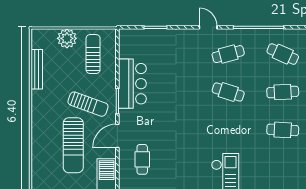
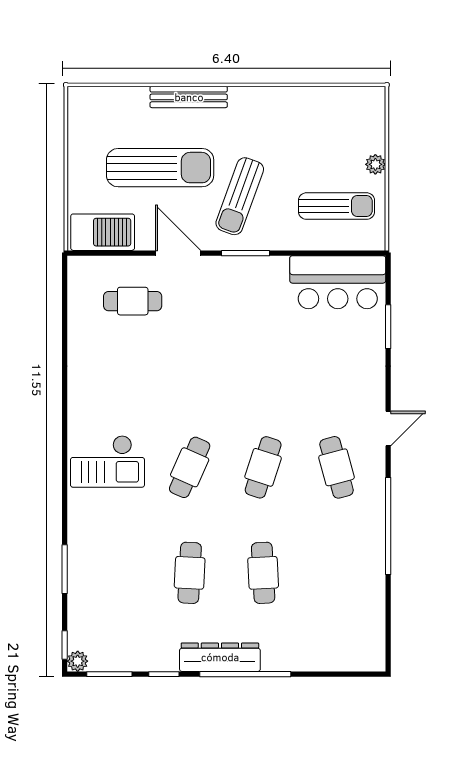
plant: (67, 38) -> (375, 164), width x0.53, depth x0.53
cafe table: (283, 54) -> (190, 467), moved
bench: (37, 69) -> (189, 97), moved
bar counter: (132, 84) -> (338, 282), moved
sun lounger: (73, 145) -> (160, 168), turned 180

